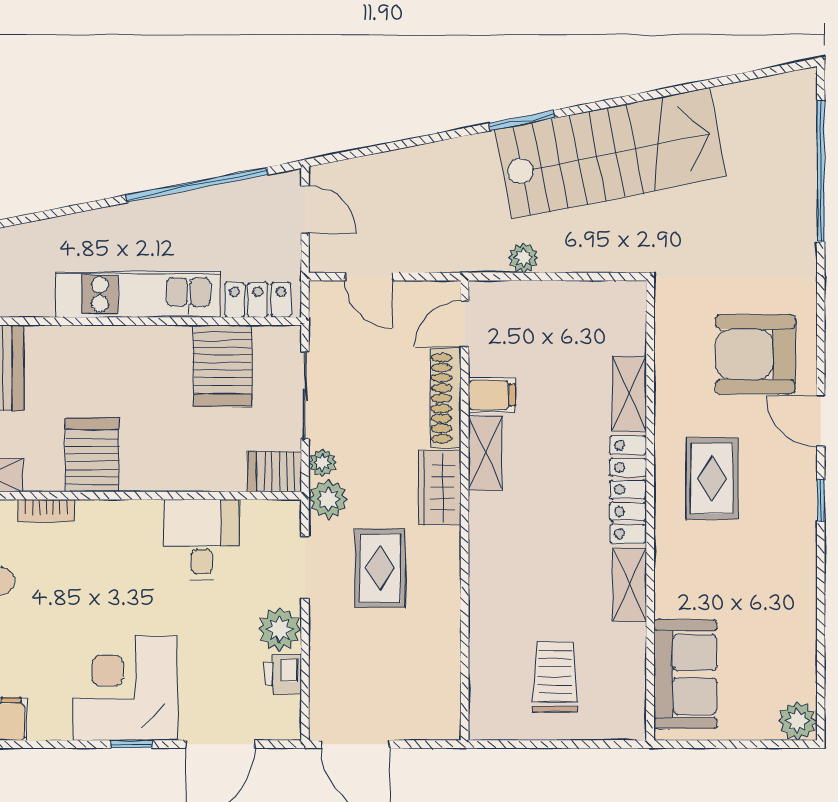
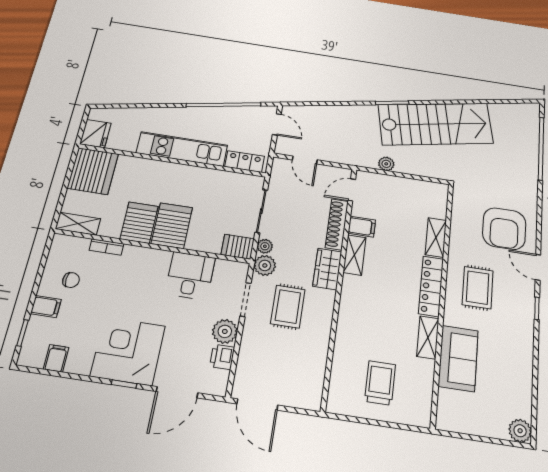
armchair: (755, 354) -> (504, 229), turned -90
server rack: (223, 366) -> (172, 226), moved, turned 180
sofa: (685, 674) -> (458, 358), moved

